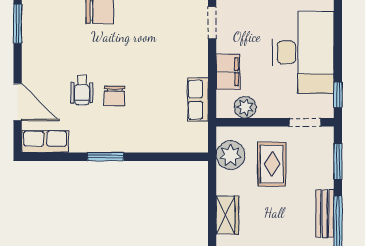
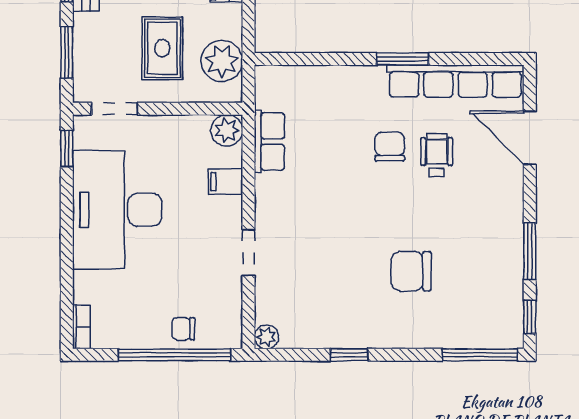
filing cabinet: (228, 72) -> (225, 182), width x0.50
plant: (245, 107) -> (227, 130), moved
row of seats: (45, 141) -> (455, 81), width x2.02

